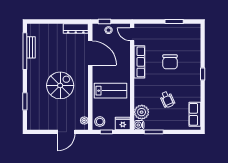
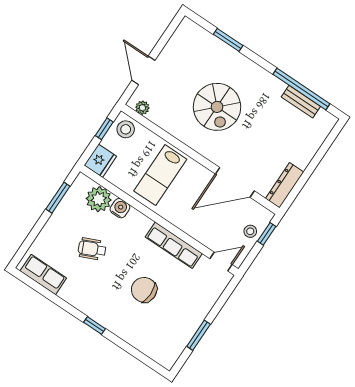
water cooler: (139, 125) -> (120, 208), moved

